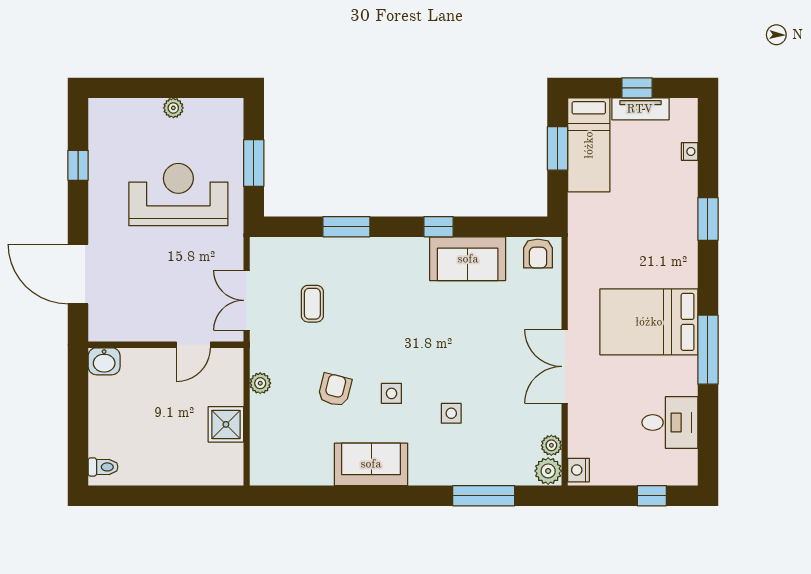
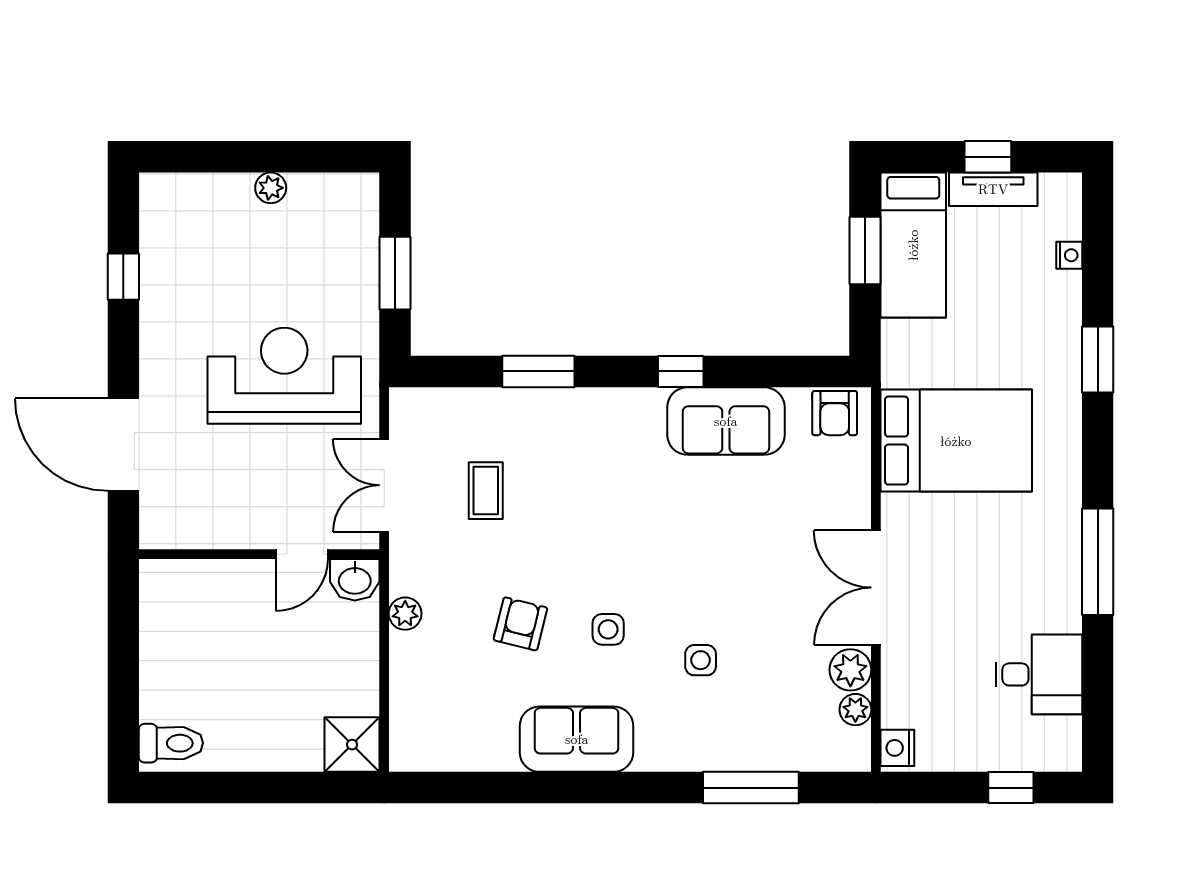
reception desk: (178, 195) -> (284, 376), moved
bed: (649, 322) -> (956, 441), moved, turned 180
washbasin: (104, 361) -> (355, 580), moved
shower: (226, 424) -> (352, 745), moved
toilet: (103, 467) -> (171, 743), width x1.37, depth x1.39
plant: (548, 471) -> (850, 670), moved

